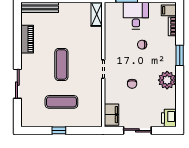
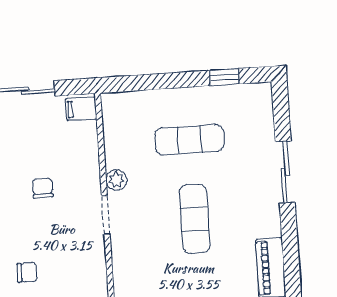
plant: (97, 85) -> (116, 180), added
filing cabinet: (111, 115) -> (81, 109), width x0.50
window: (59, 130) -> (225, 77), moved

